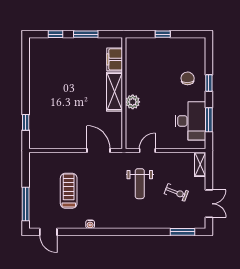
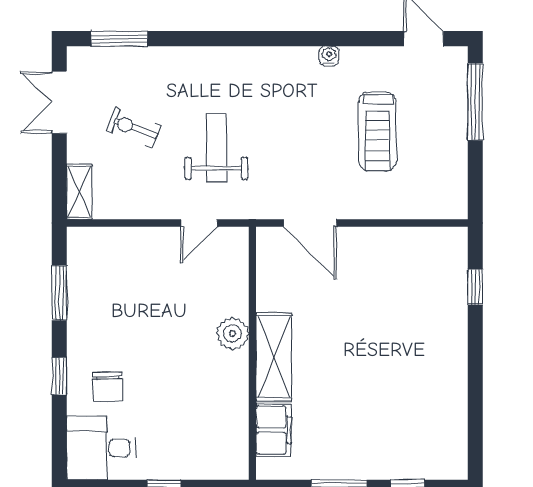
desk: (191, 121) -> (101, 448), moved, width x0.73

